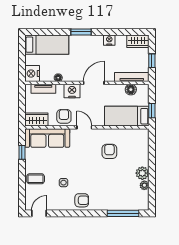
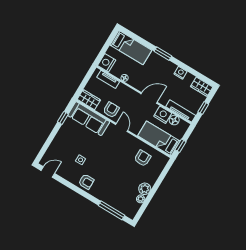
nightstand: (72, 91) -> (163, 115), moved
armchair: (109, 151) -> (143, 158), moved
coffee table: (36, 179) -> (61, 144), removed

